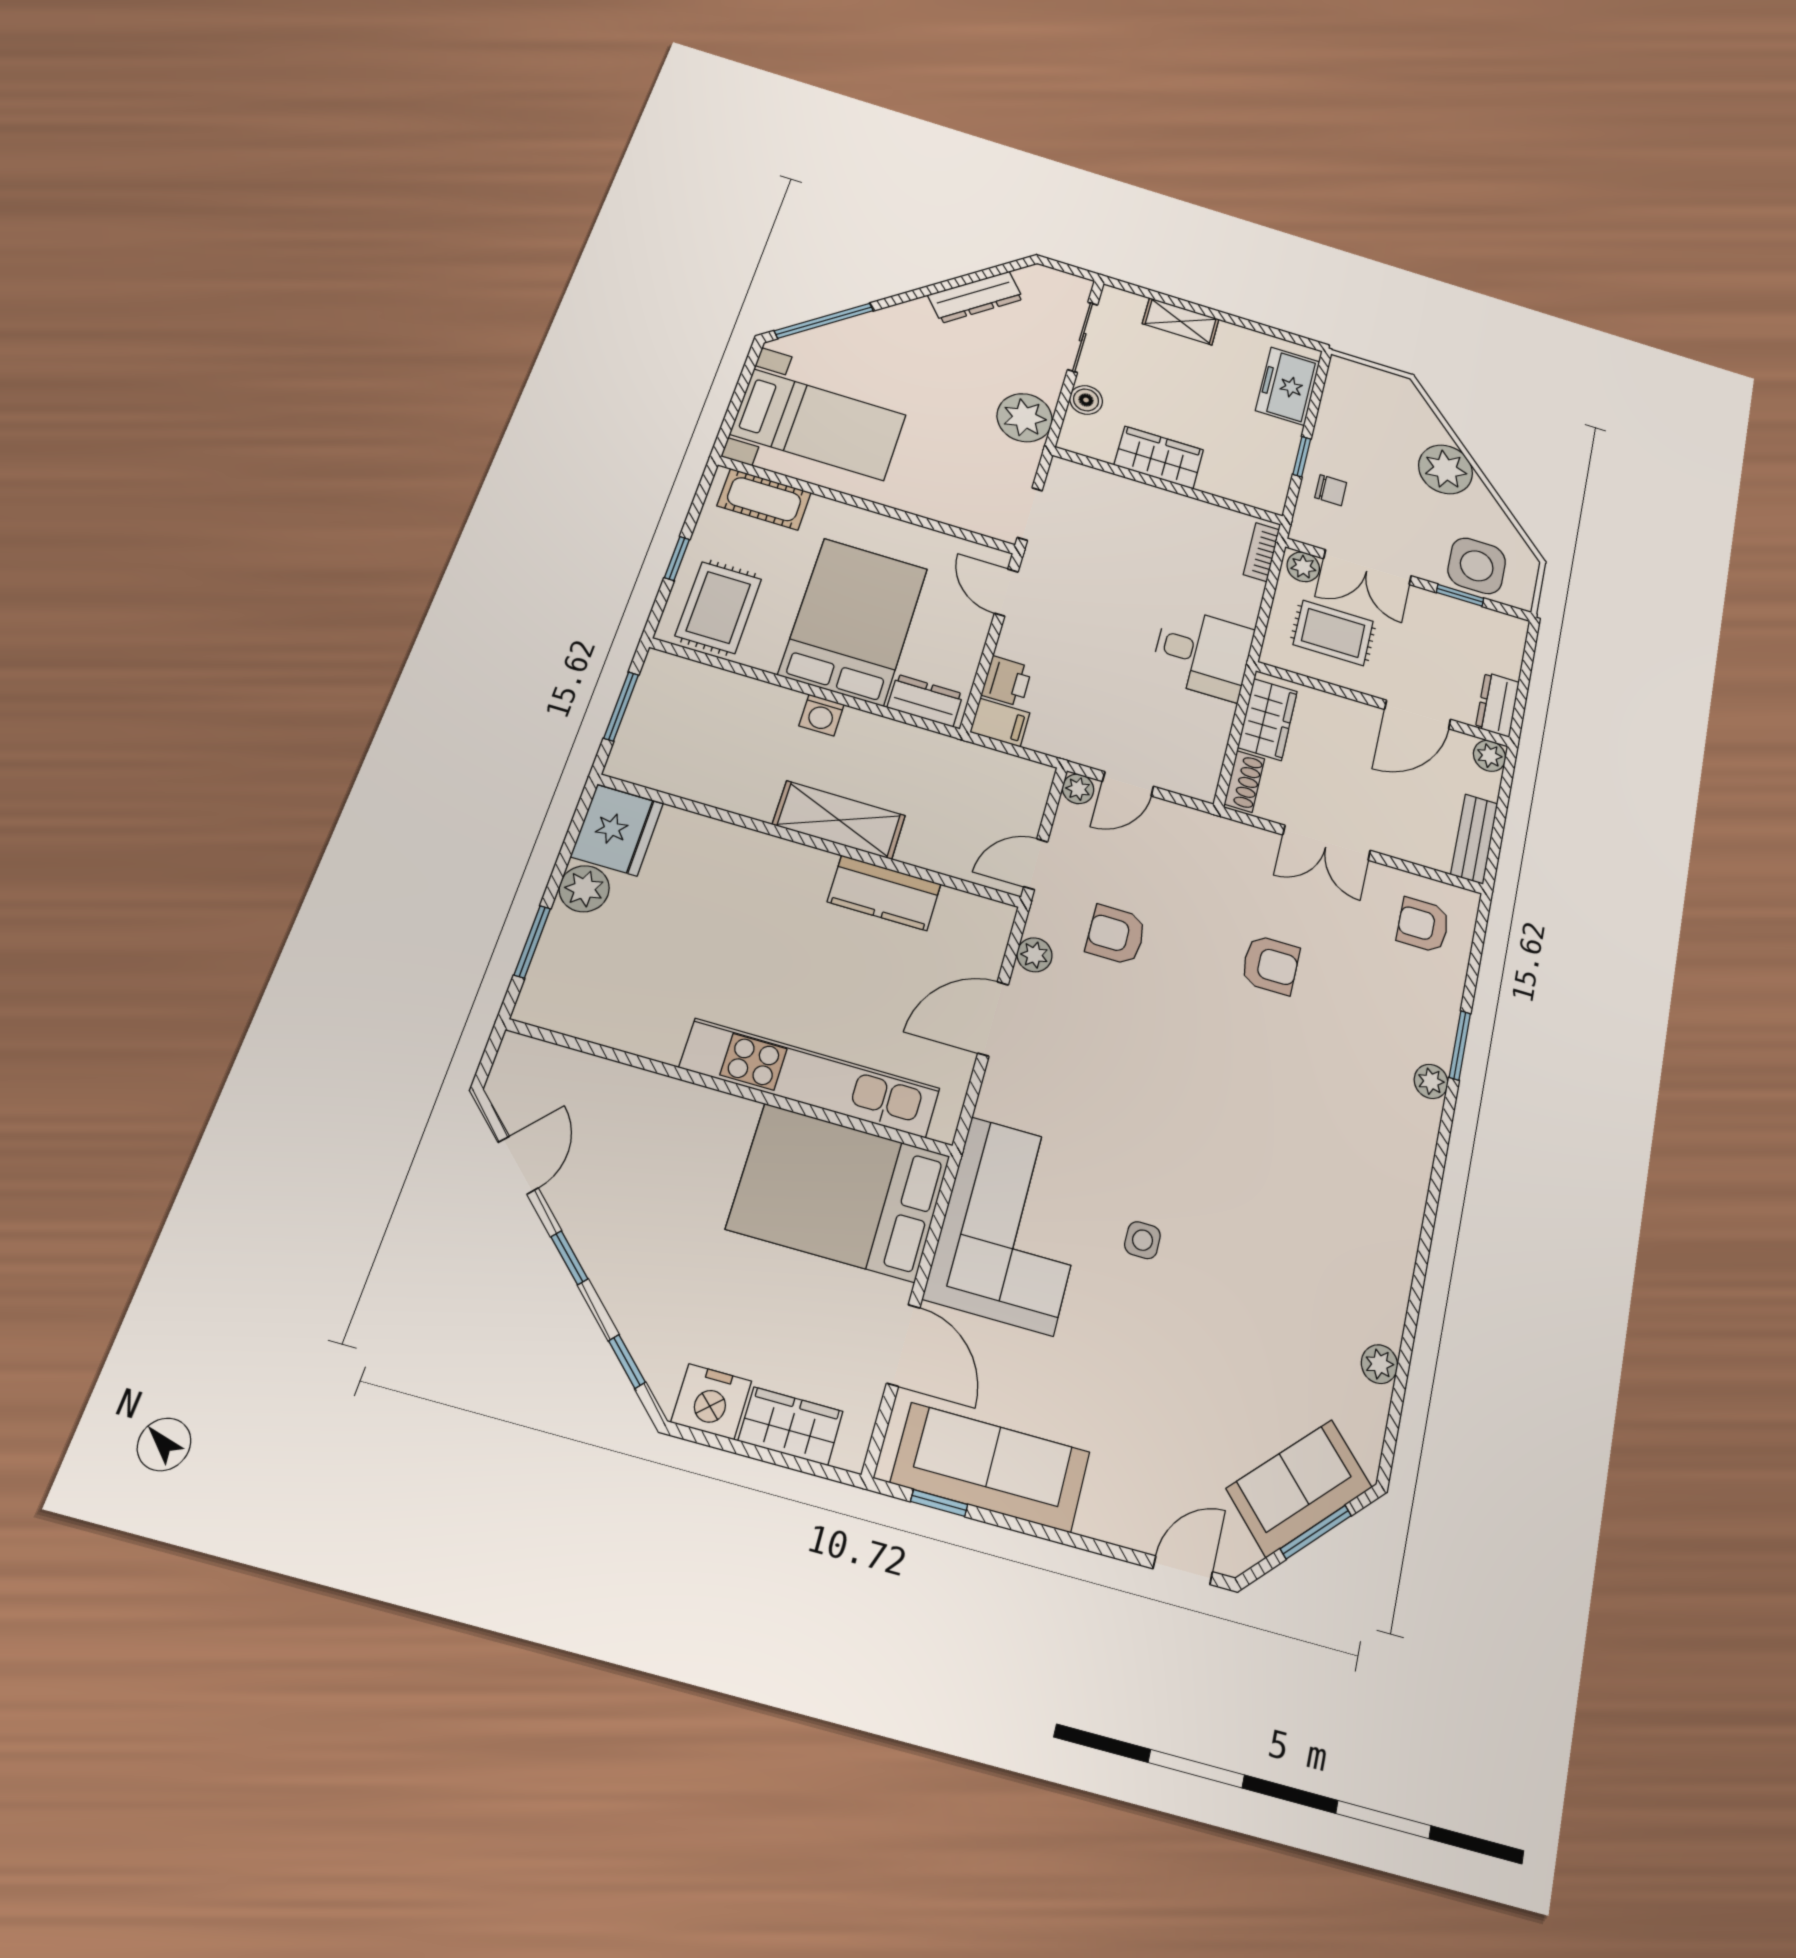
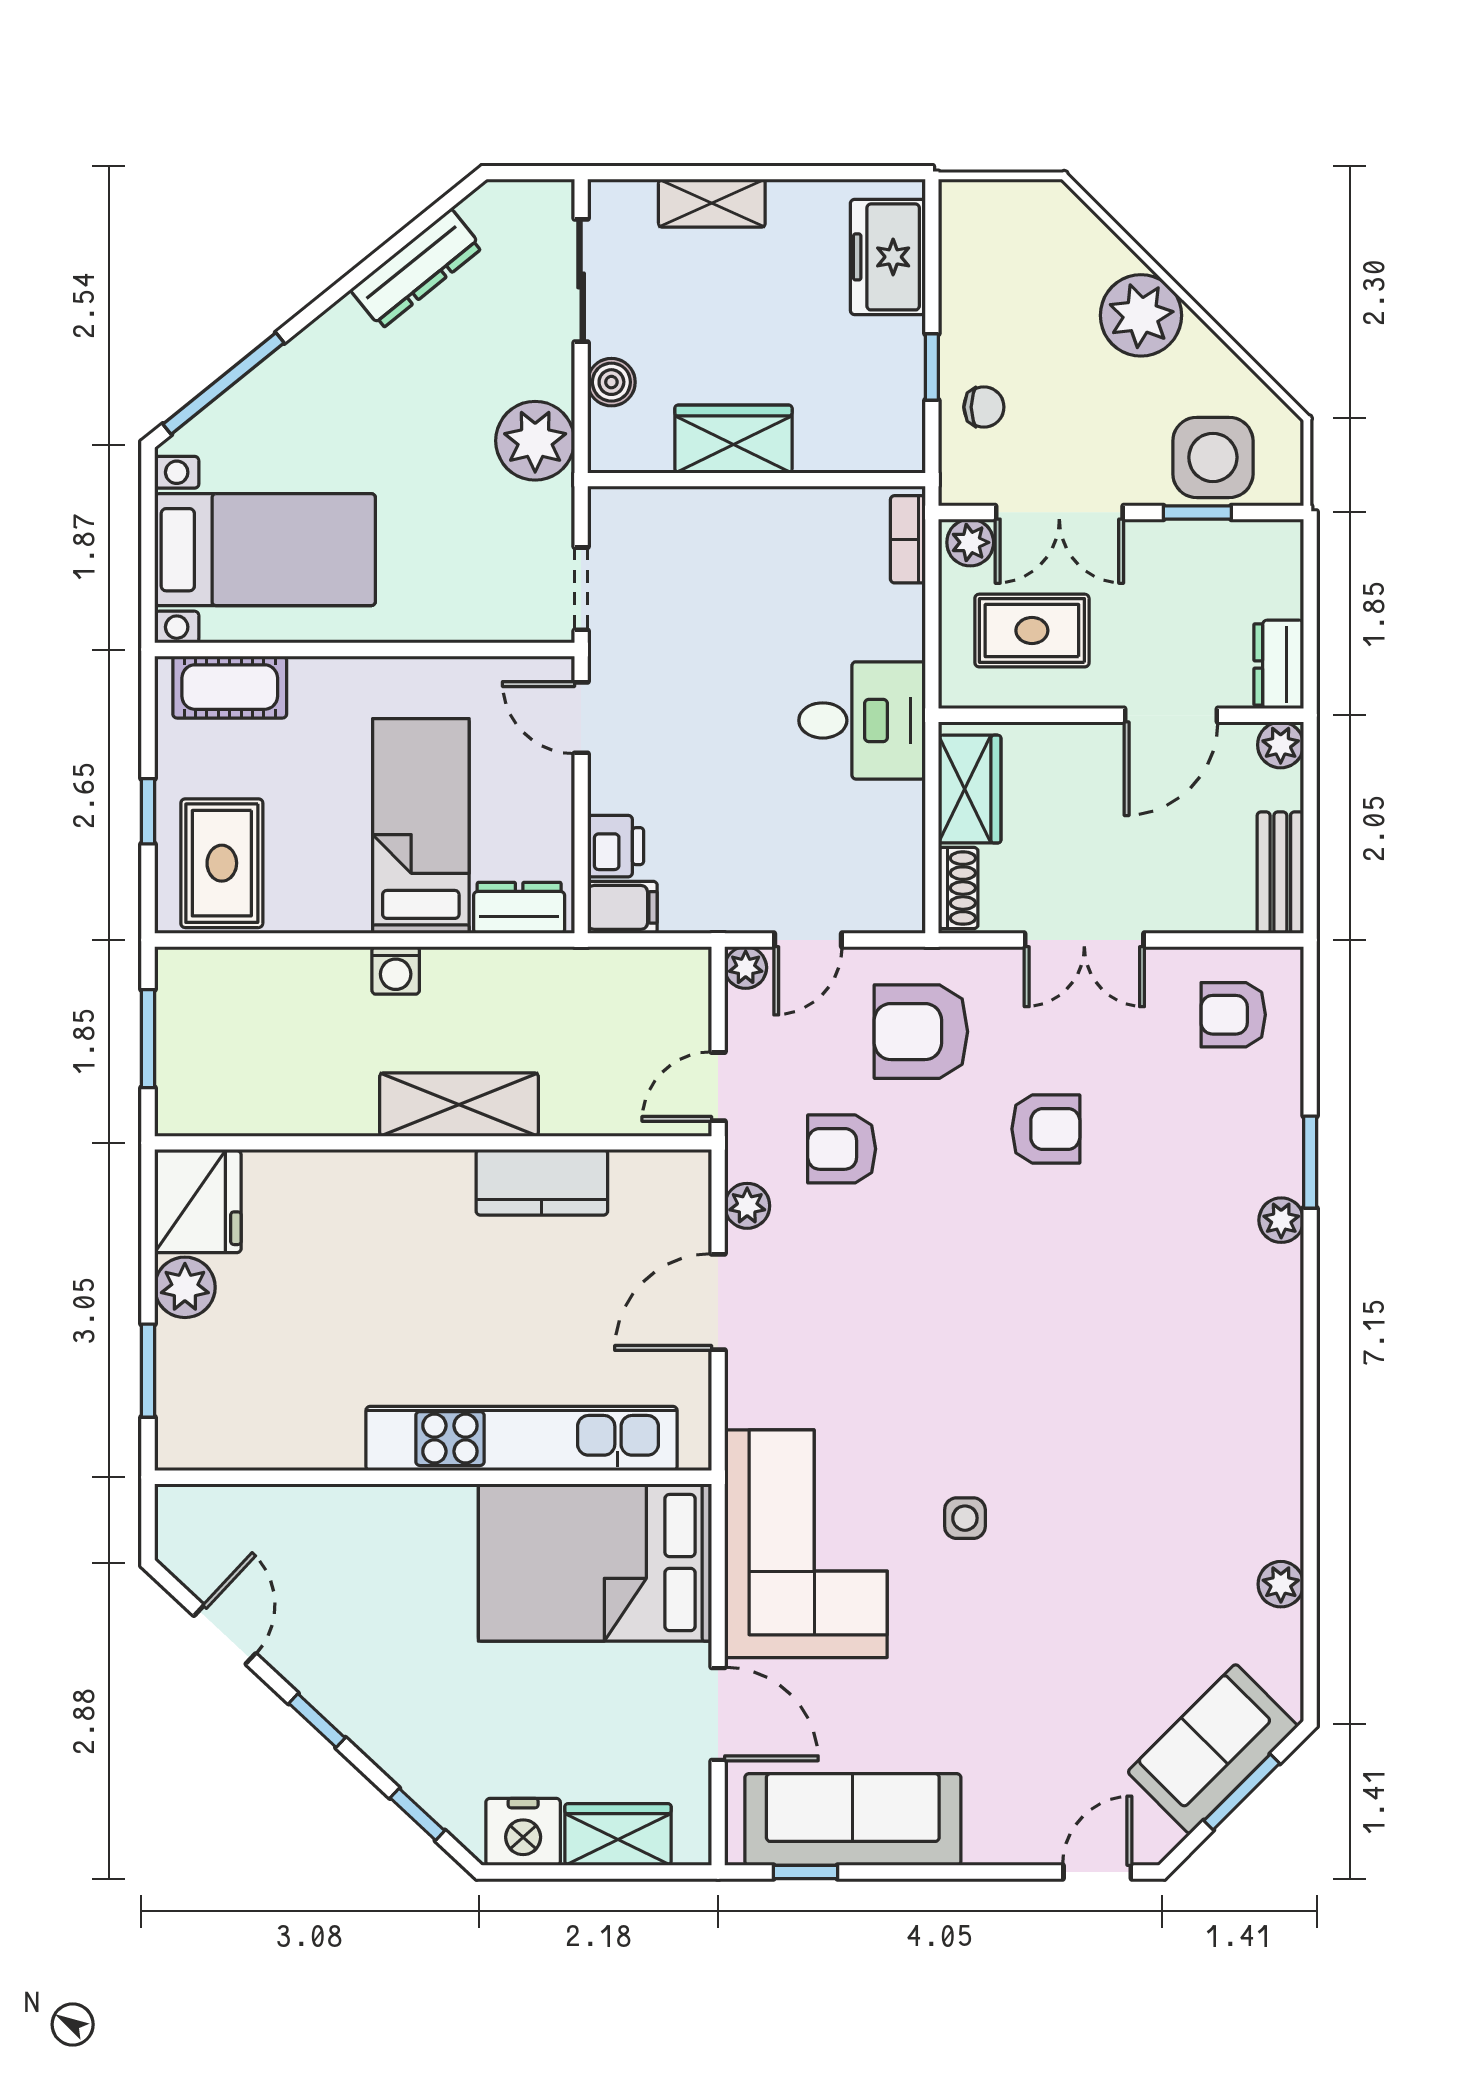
bed: (853, 621) -> (421, 826), width x0.67
armchair: (1195, 870) -> (921, 1032), added

